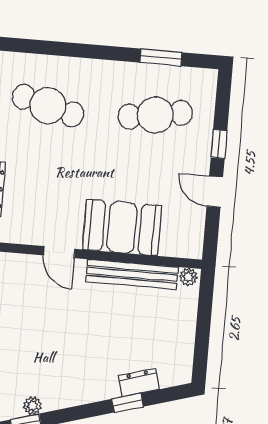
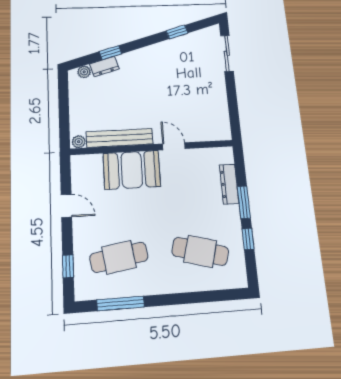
window: (161, 57) -> (121, 303), width x1.44
window: (219, 144) -> (68, 266), moved
plant: (32, 406) -> (84, 72), moved

